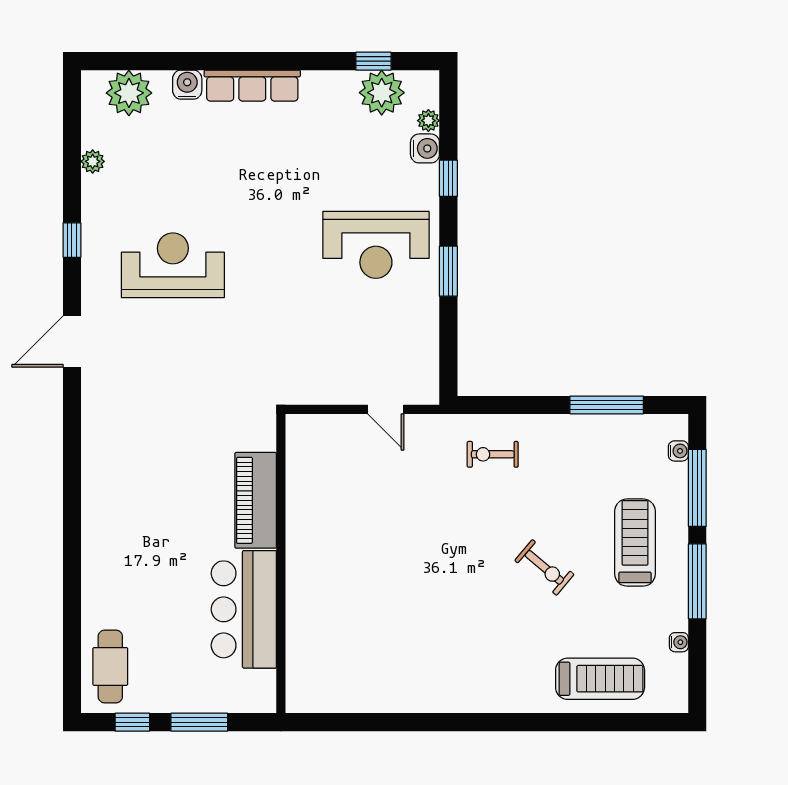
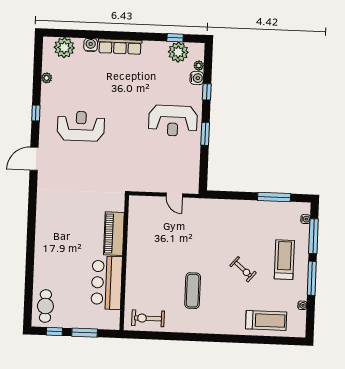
exercise bike: (493, 454) -> (148, 318), moved, width x1.38, depth x1.39
exercise mat: (435, 619) -> (193, 291), added

